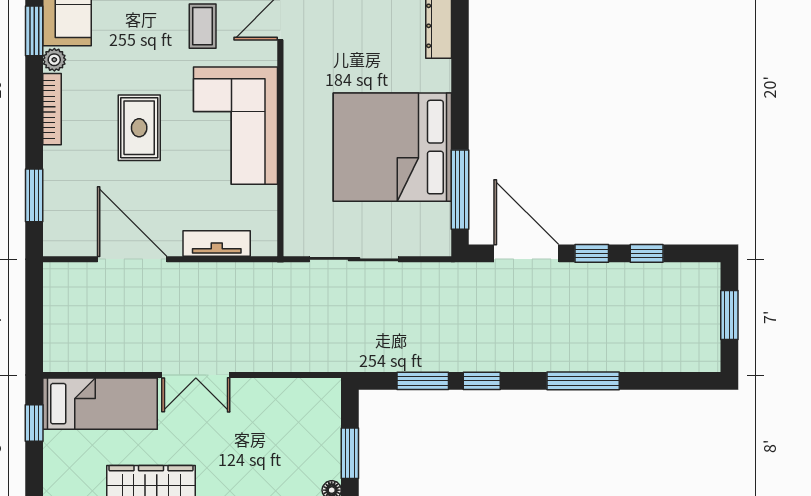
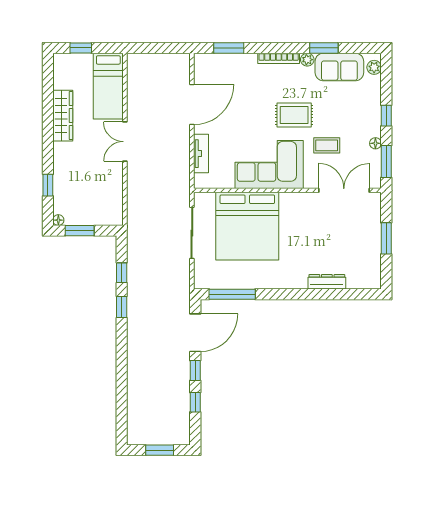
rug: (139, 128) -> (294, 115), moved
bed: (392, 147) -> (247, 226), moved, turned 180
window: (423, 381) -> (122, 273), width x0.67
window: (583, 381) -> (122, 365), removed
window: (34, 423) -> (81, 48), moved

